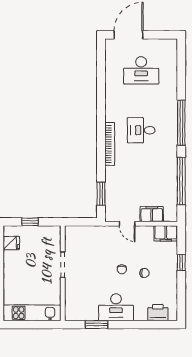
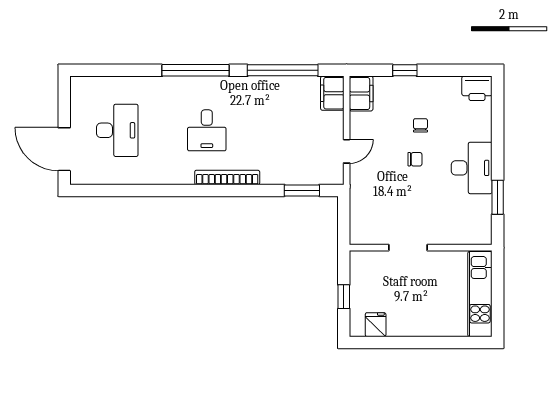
filing cabinet: (152, 214) -> (332, 93), moved
printer: (158, 313) -> (477, 88), moved, turned -90

